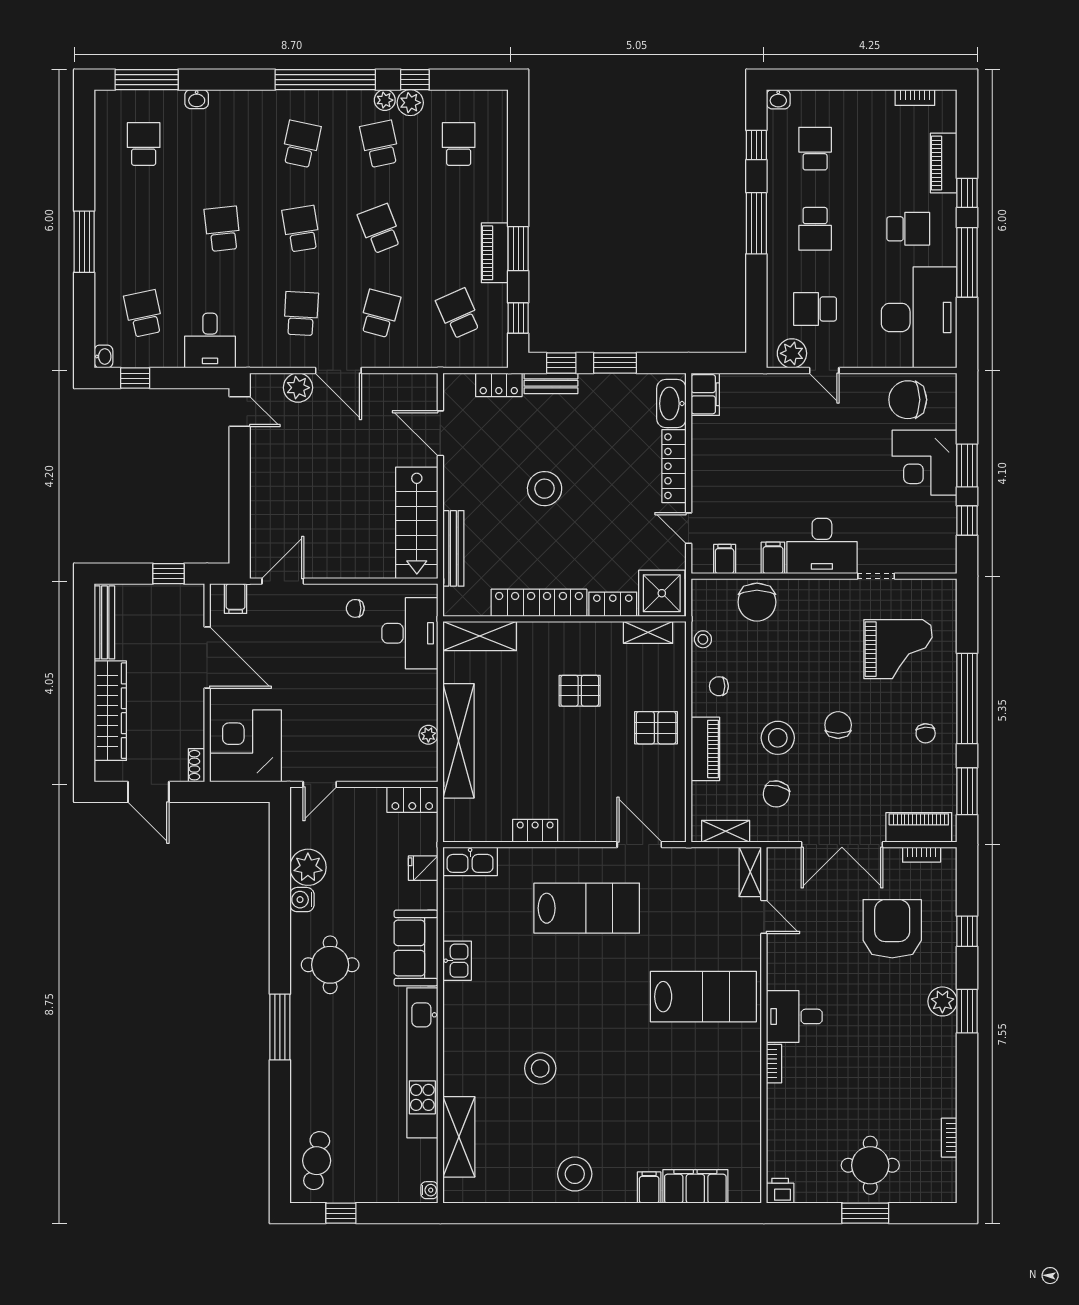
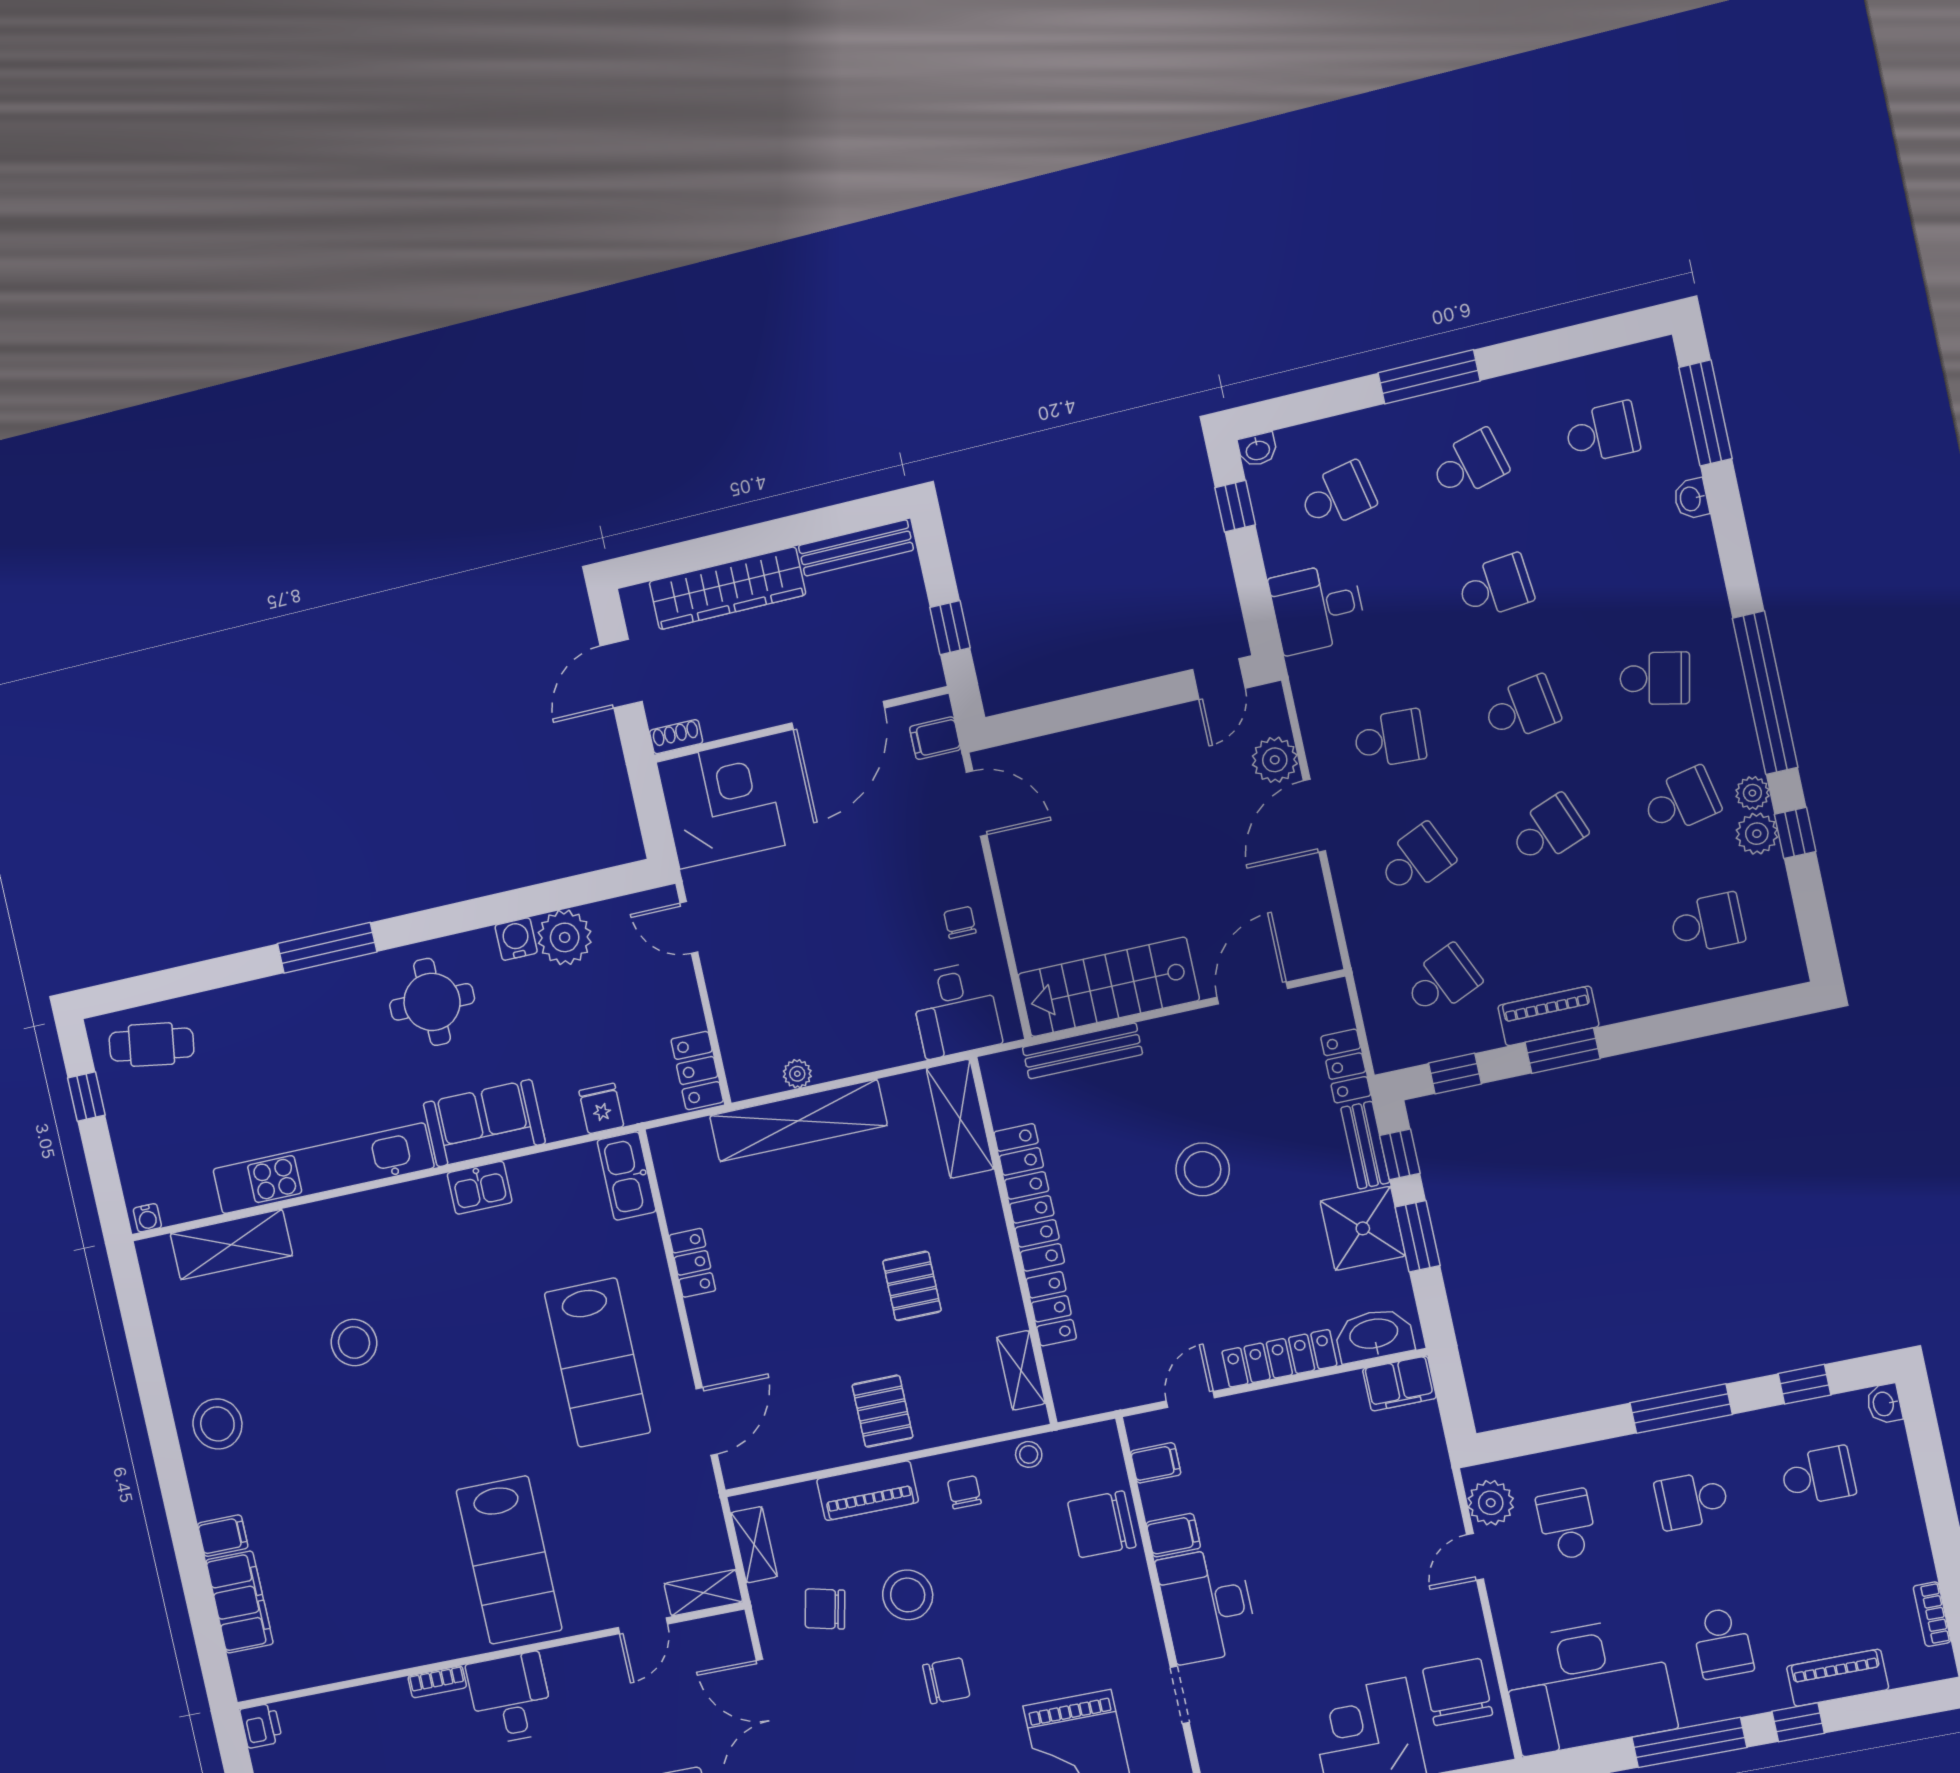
school desk: (144, 229) -> (1469, 464), added
school desk: (380, 314) -> (1416, 860), turned -39
shower: (662, 593) -> (1363, 1228), moved
desk: (410, 633) -> (956, 1010), width x0.73

